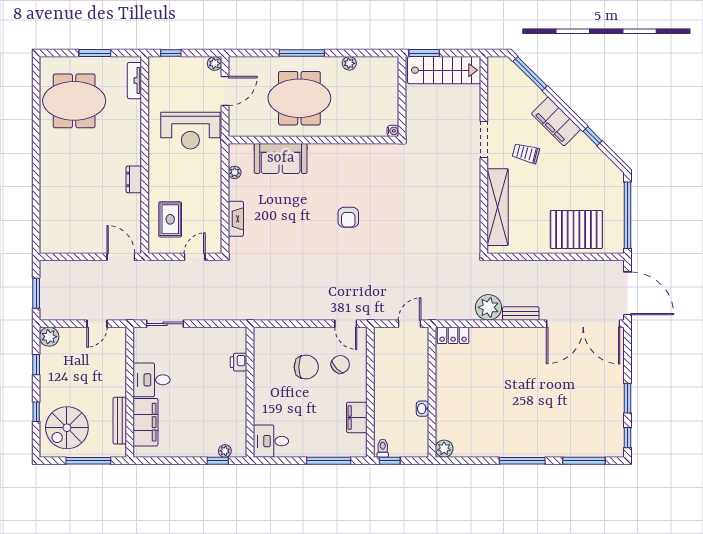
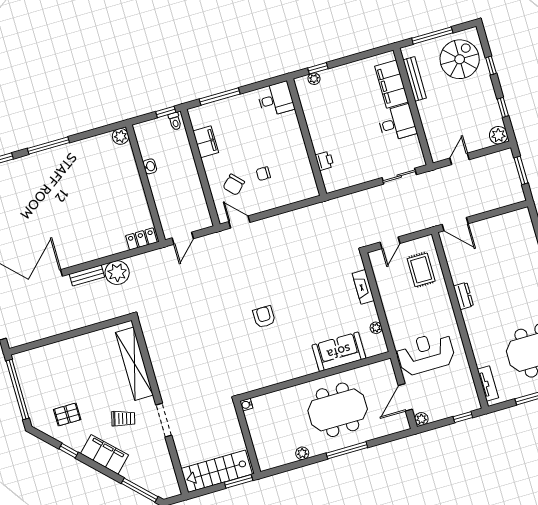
pallet: (576, 229) -> (67, 414), moved, width x0.49, depth x0.50
chair: (306, 367) -> (263, 174), width x0.54, depth x0.54

